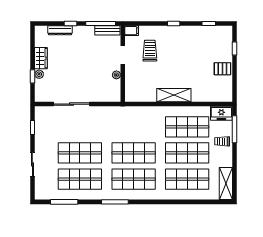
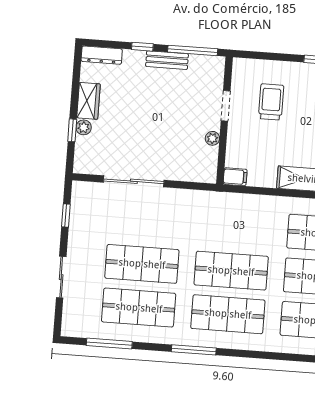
dresser: (60, 30) -> (102, 55), moved
bench: (107, 30) -> (167, 60), moved
filing cabinet: (132, 31) -> (235, 177), moved

